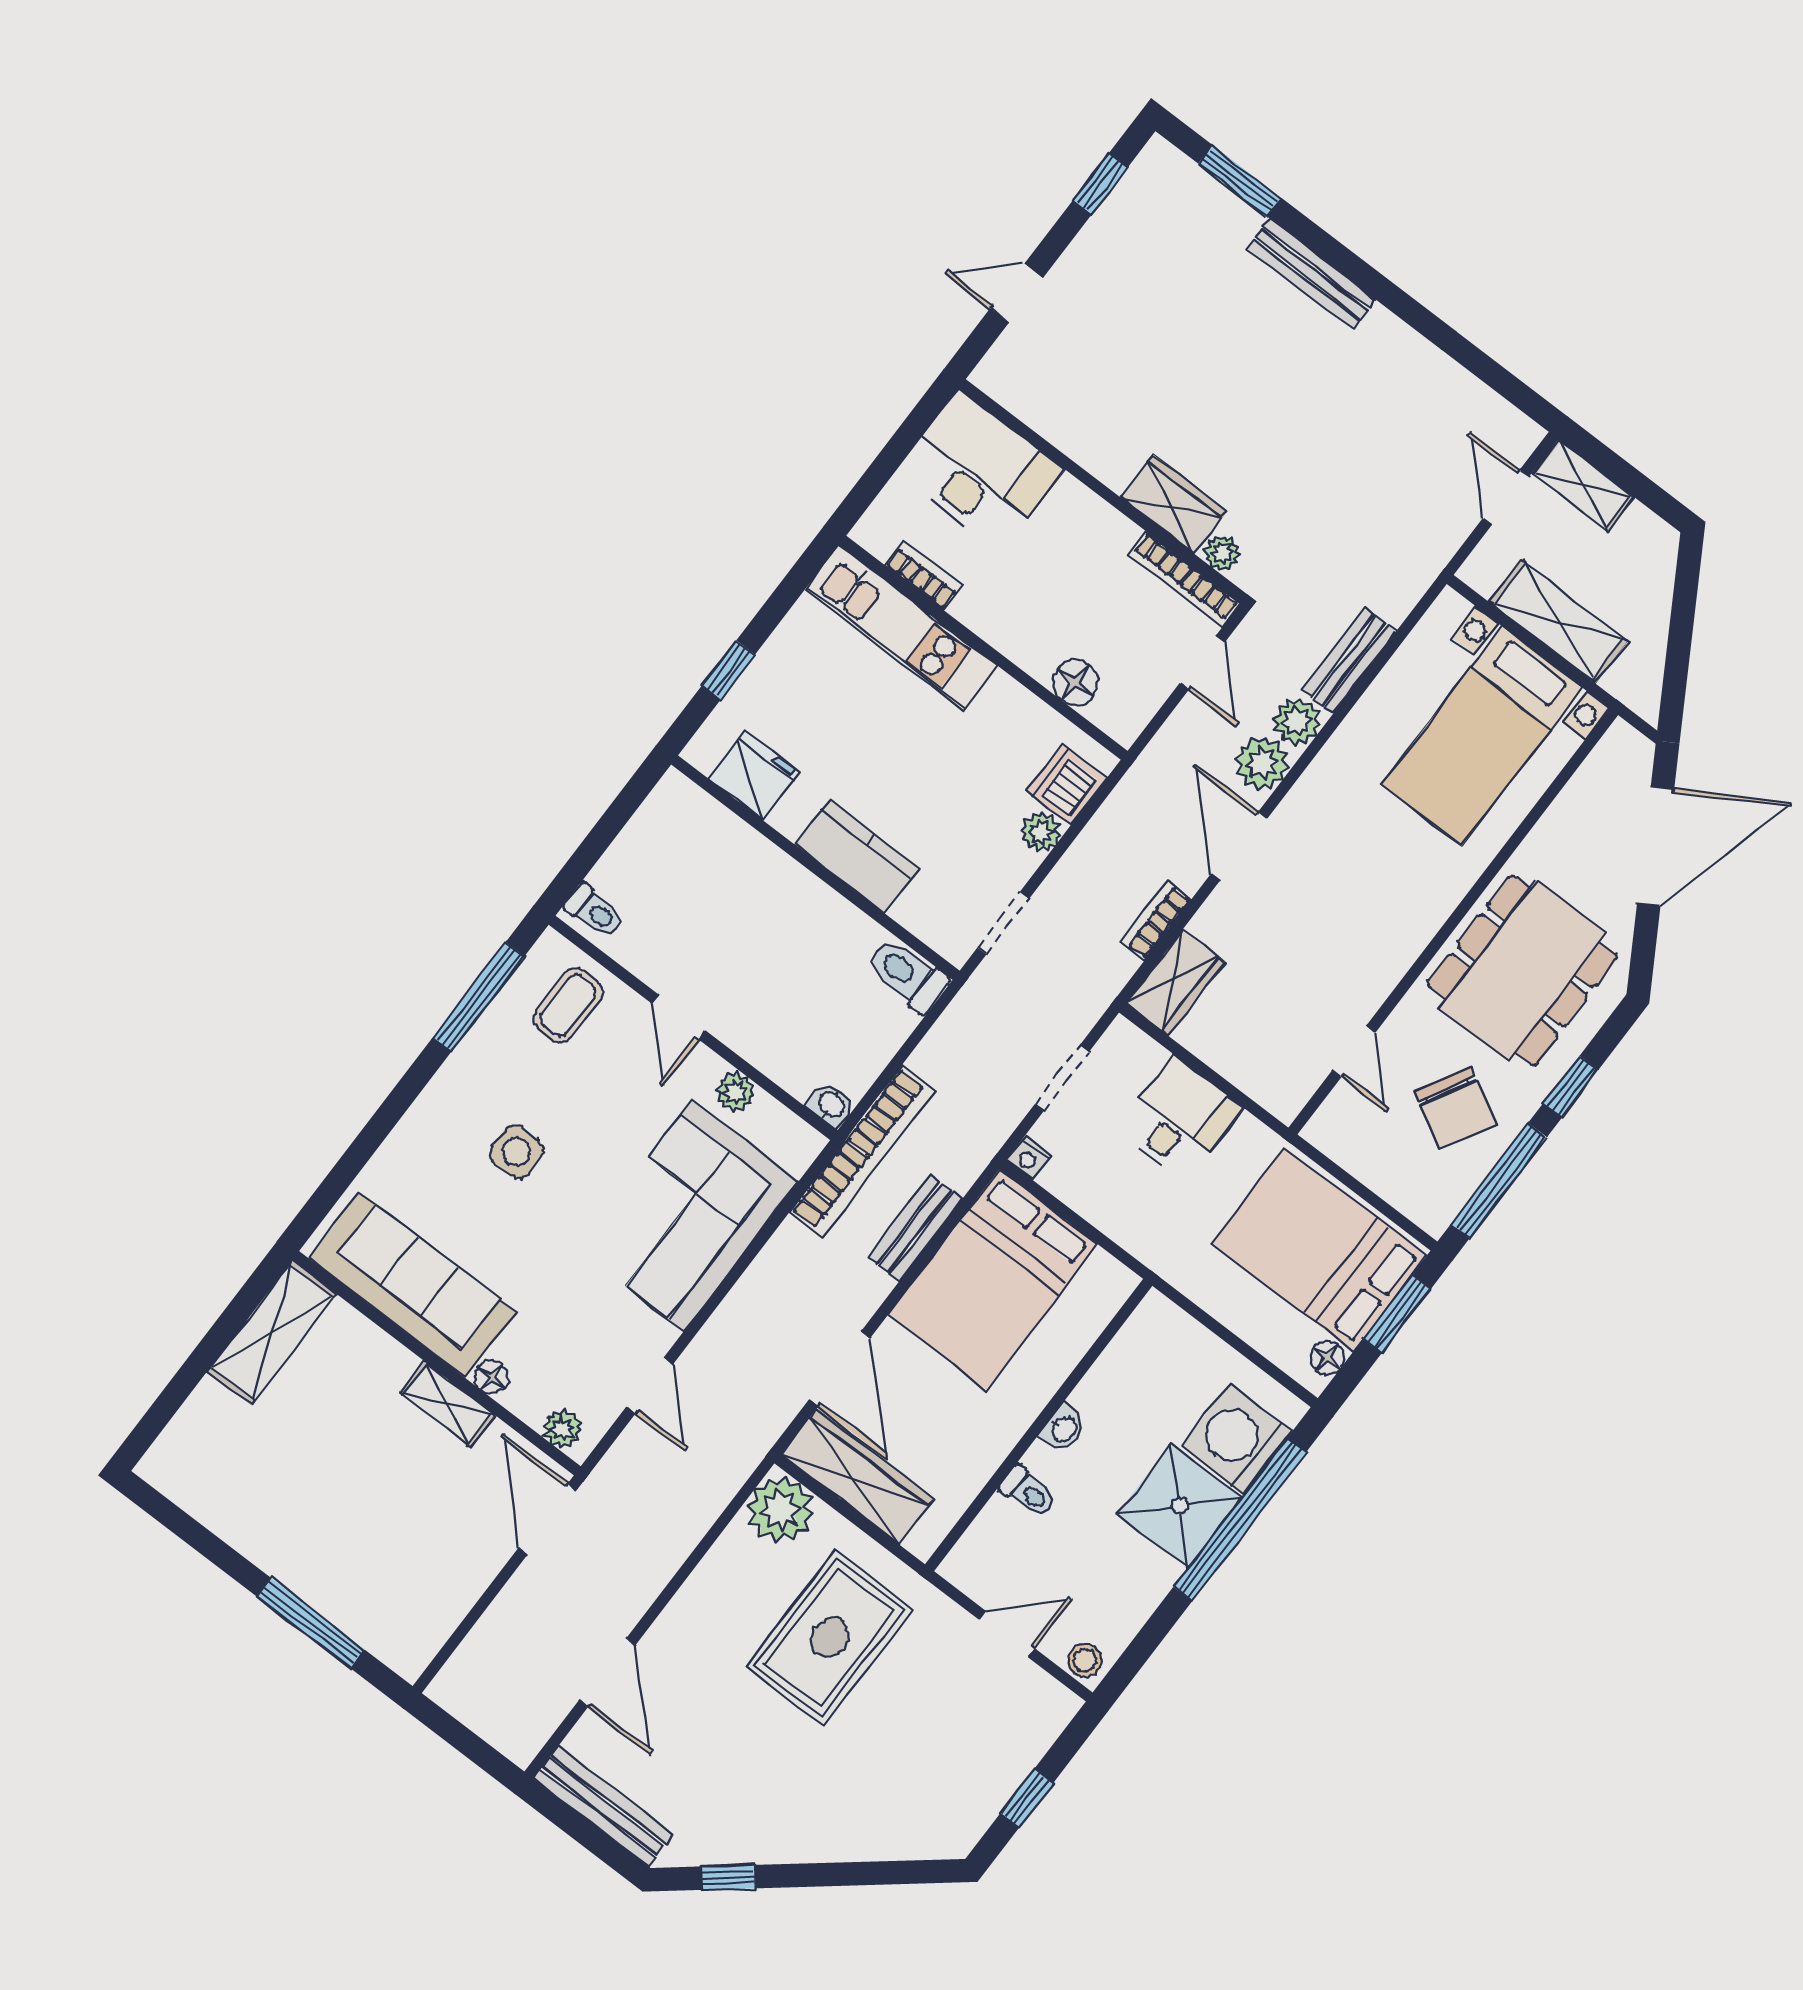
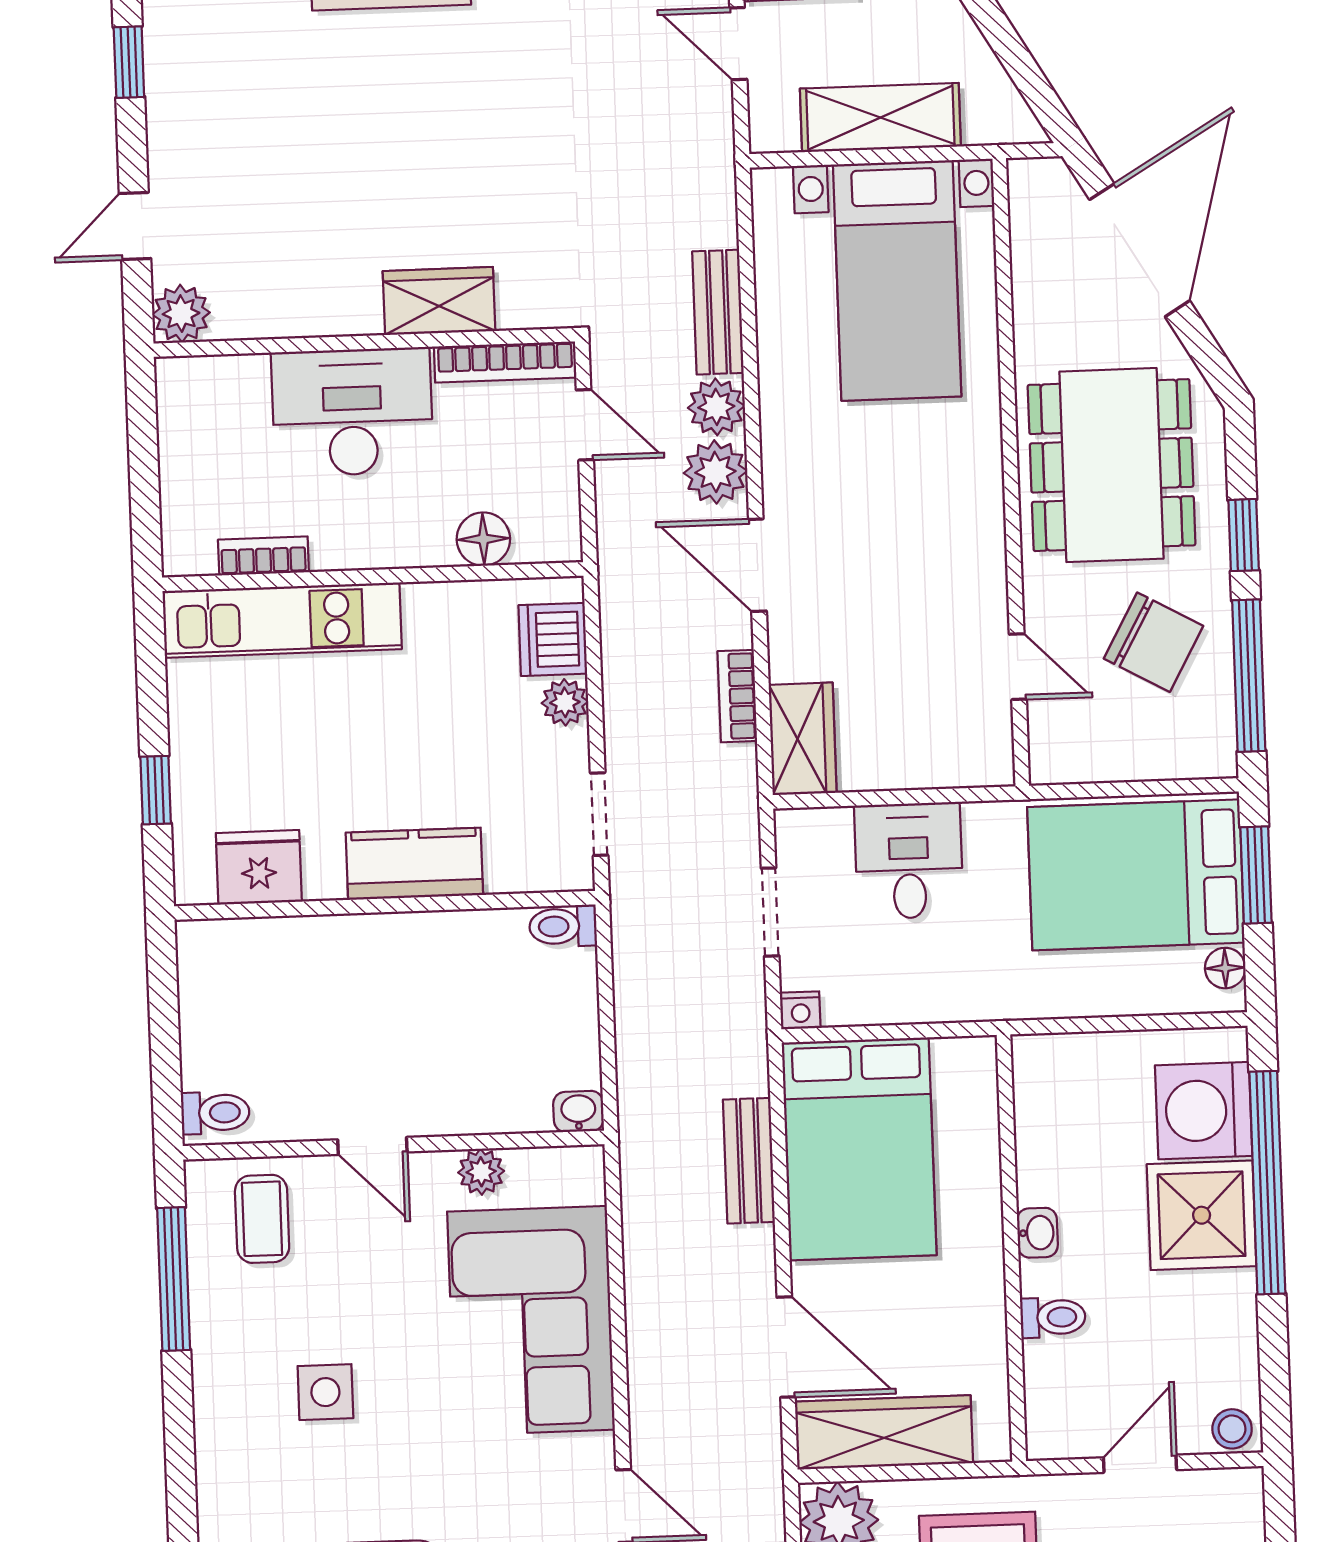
desk: (980, 470) -> (352, 412), moved
plant: (1222, 553) -> (181, 314), moved, width x1.38, depth x1.38
toilet: (907, 975) -> (563, 926), width x0.73, depth x0.72
bookcase: (862, 1152) -> (642, 1131), removed

